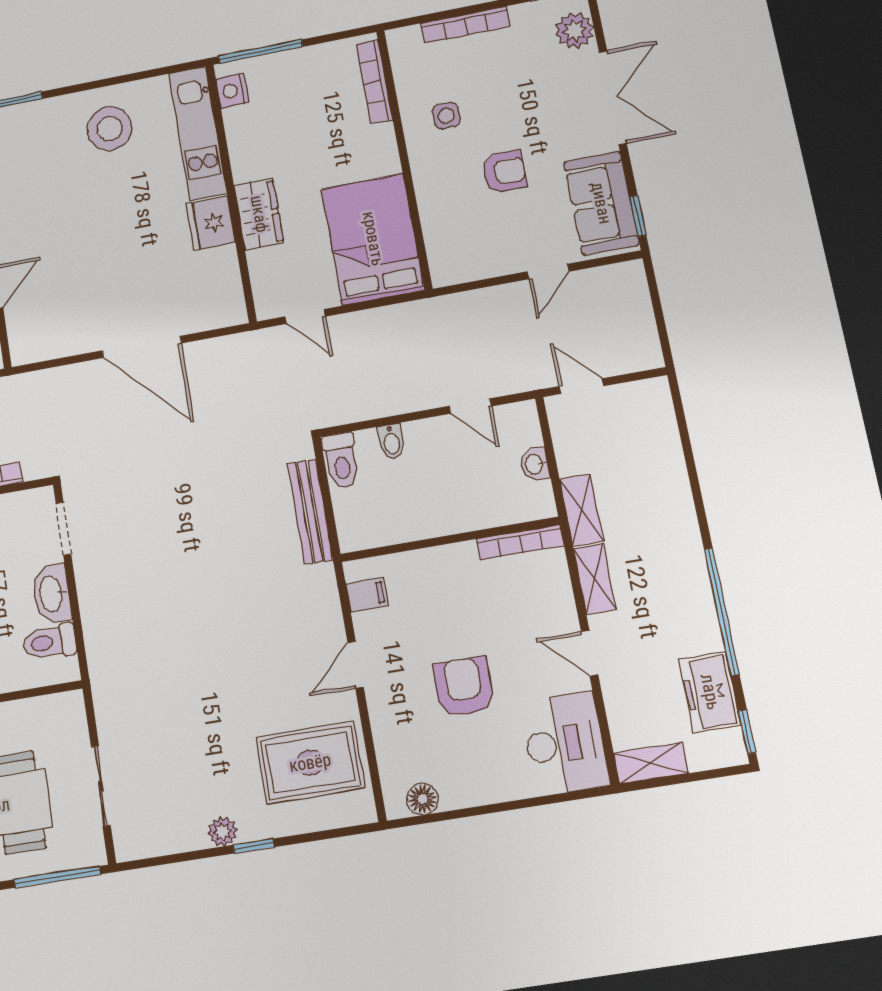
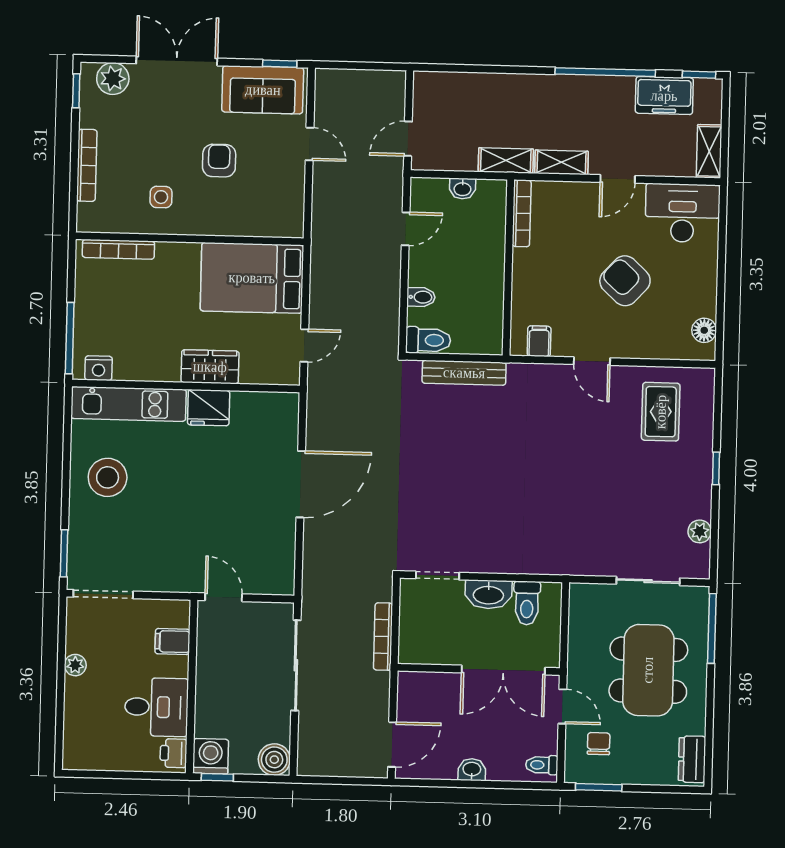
armchair: (464, 687) -> (625, 281), turned 43
rug: (310, 763) -> (661, 412), width x0.73, depth x0.70
plant: (223, 832) -> (700, 531), moved

